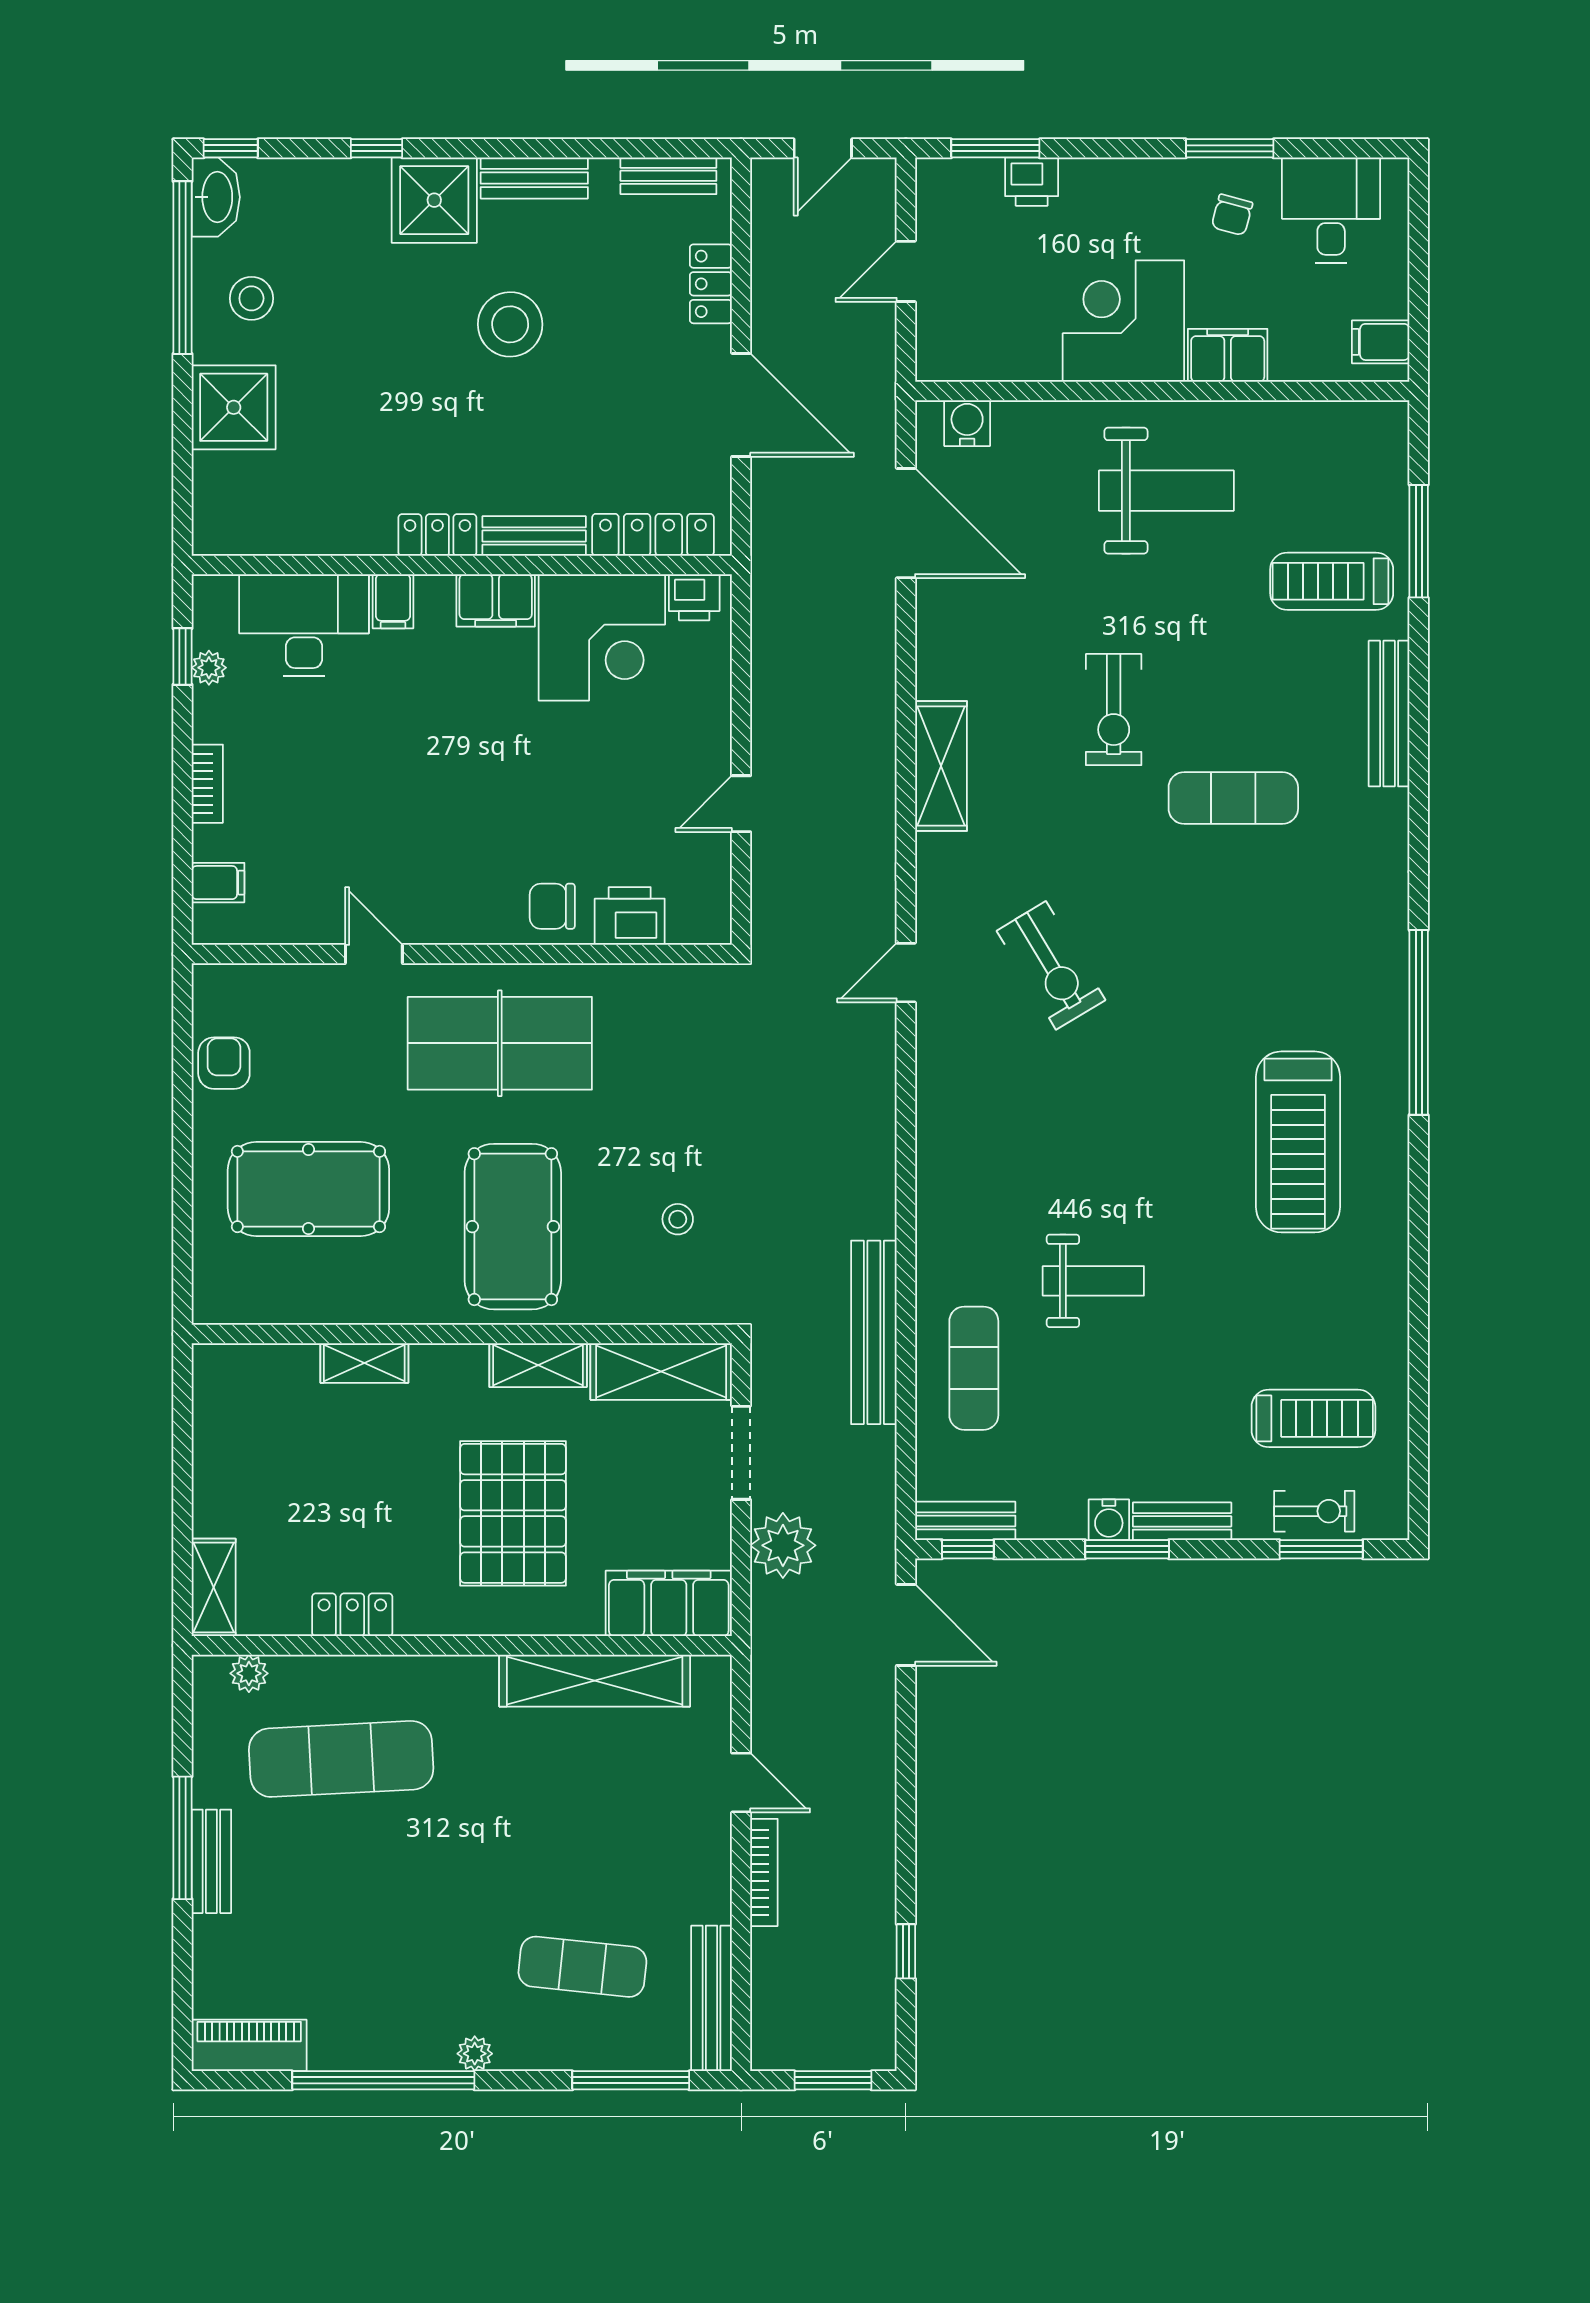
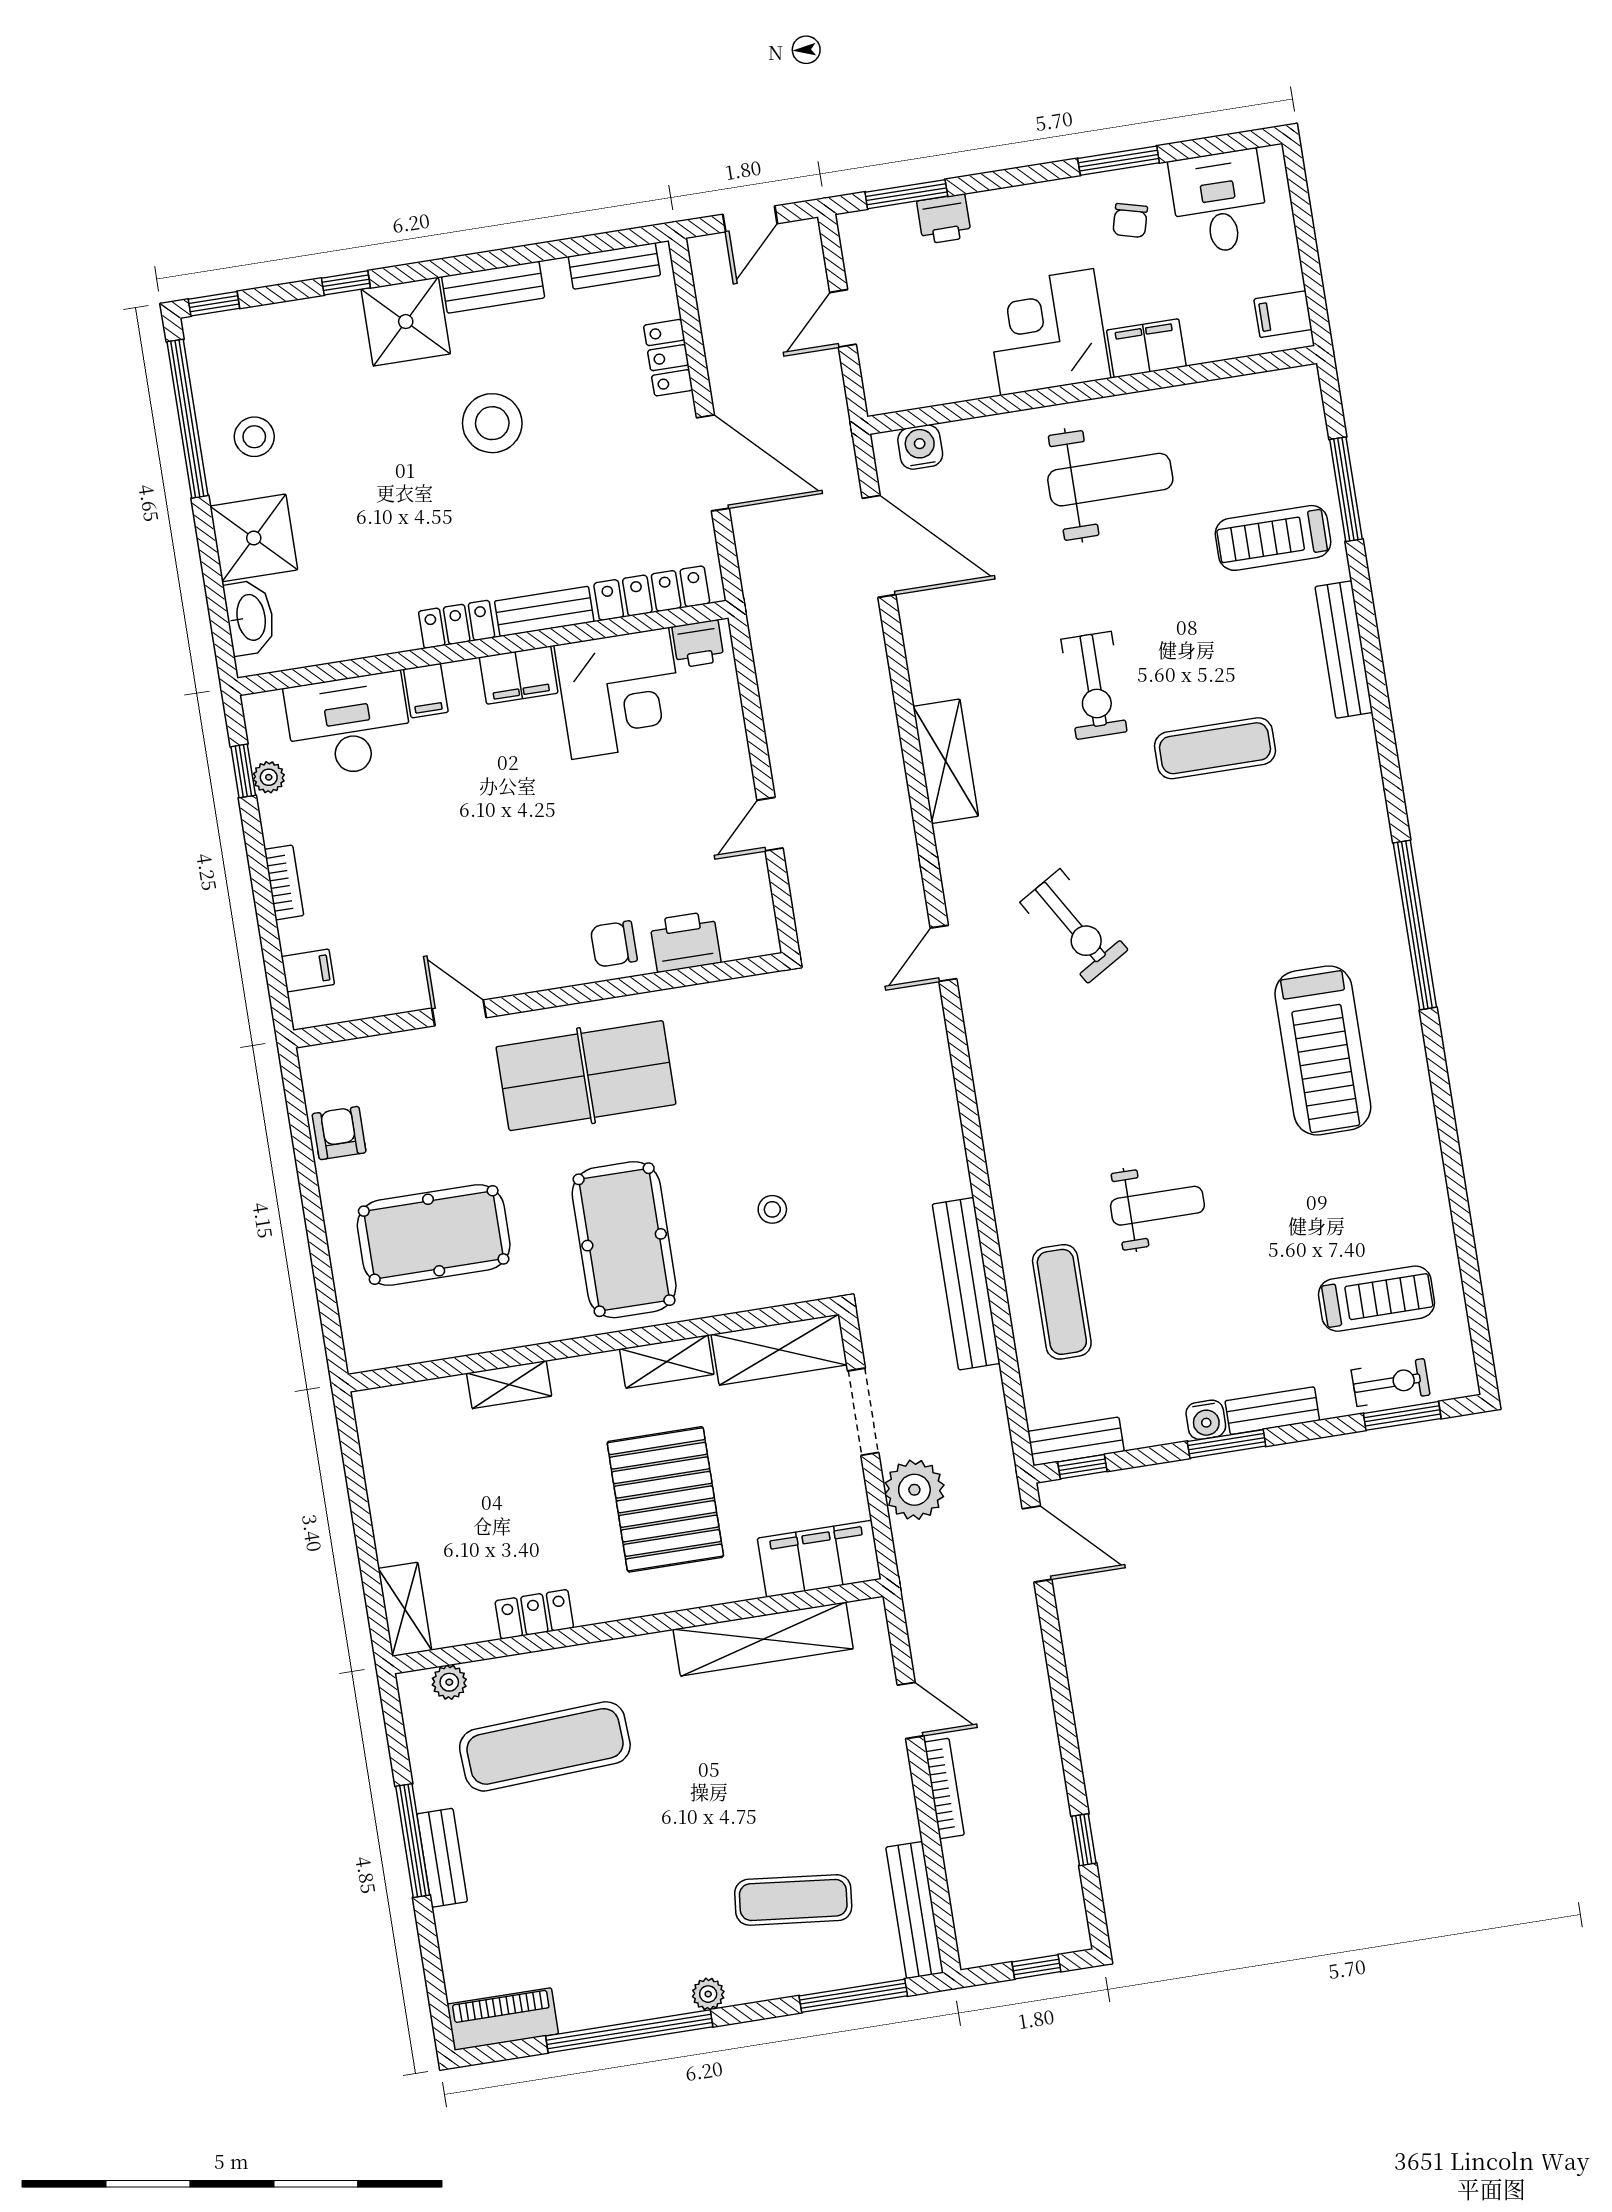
washbasin: (216, 197) -> (250, 618), moved
window: (833, 2080) -> (1036, 1967), width x0.67

